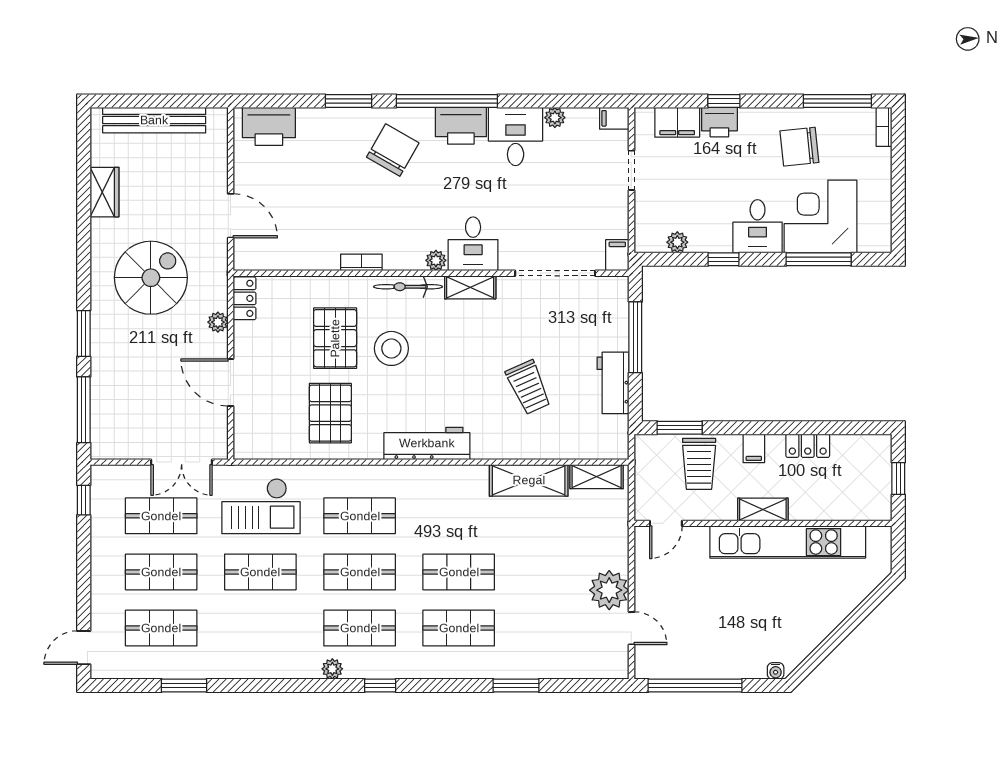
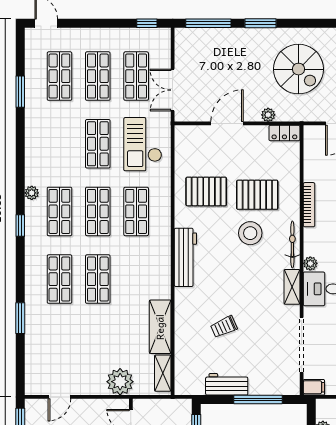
bookcase: (361, 262) -> (309, 205), width x1.56
trolley: (528, 387) -> (224, 327), width x0.73, depth x0.72
plant: (609, 590) -> (120, 382), moved

